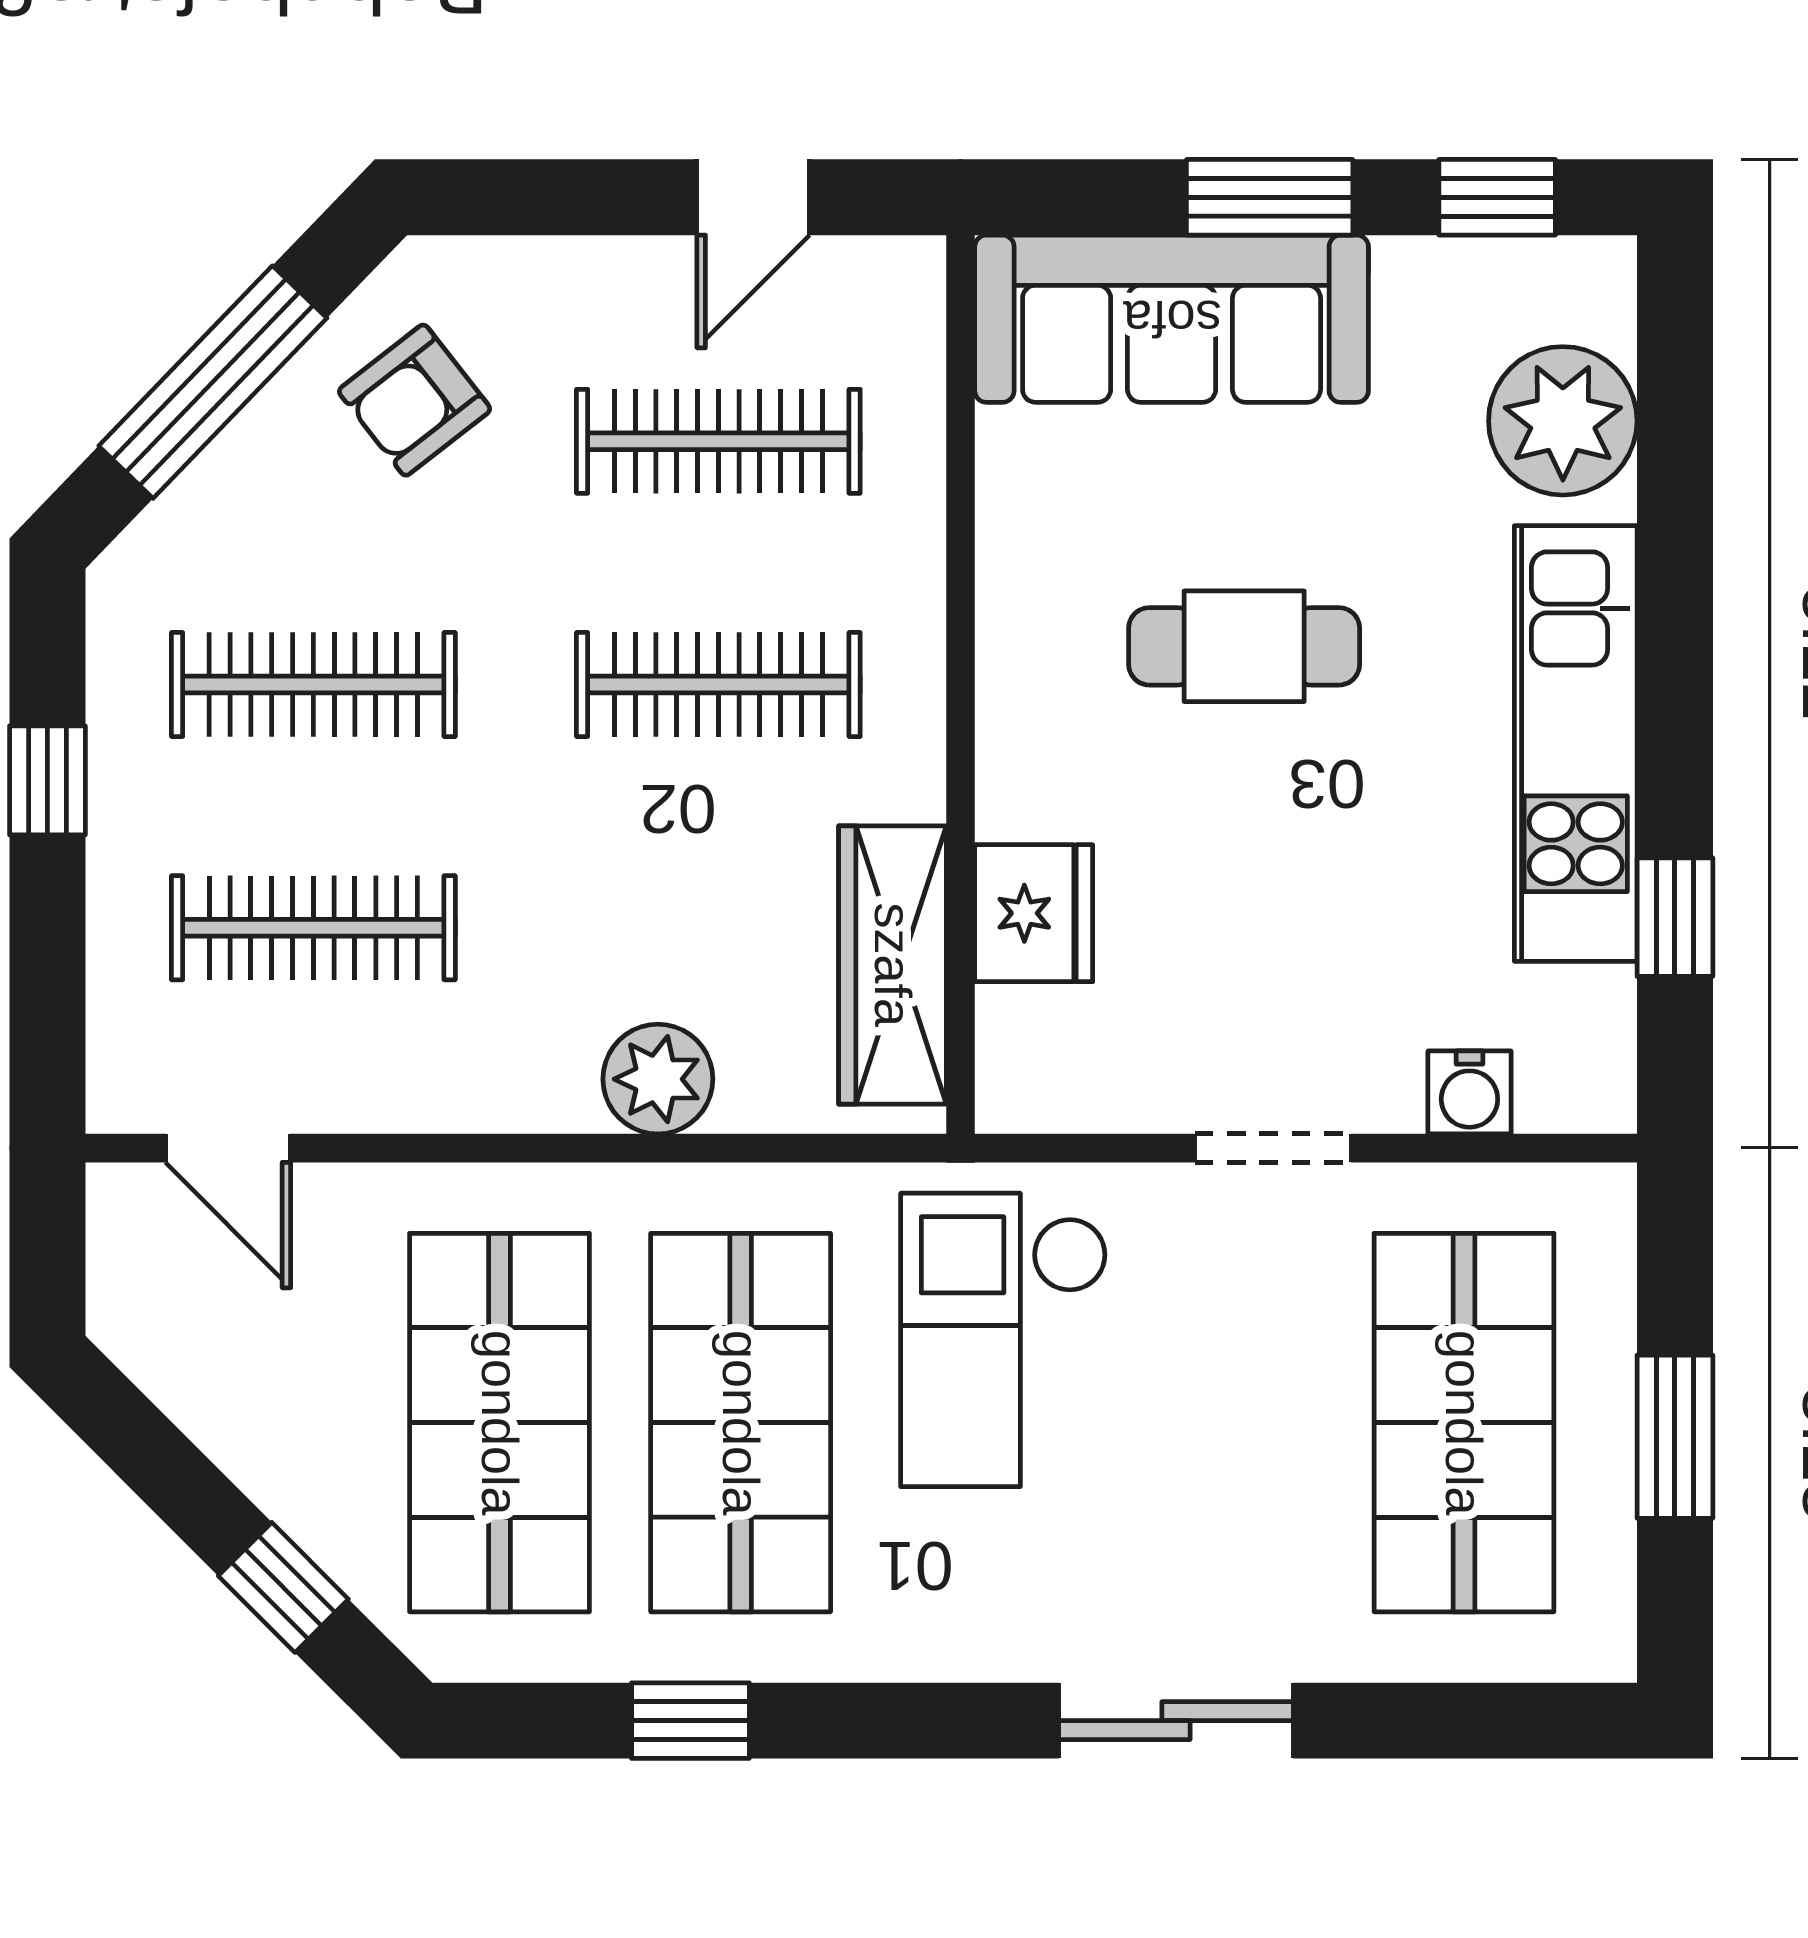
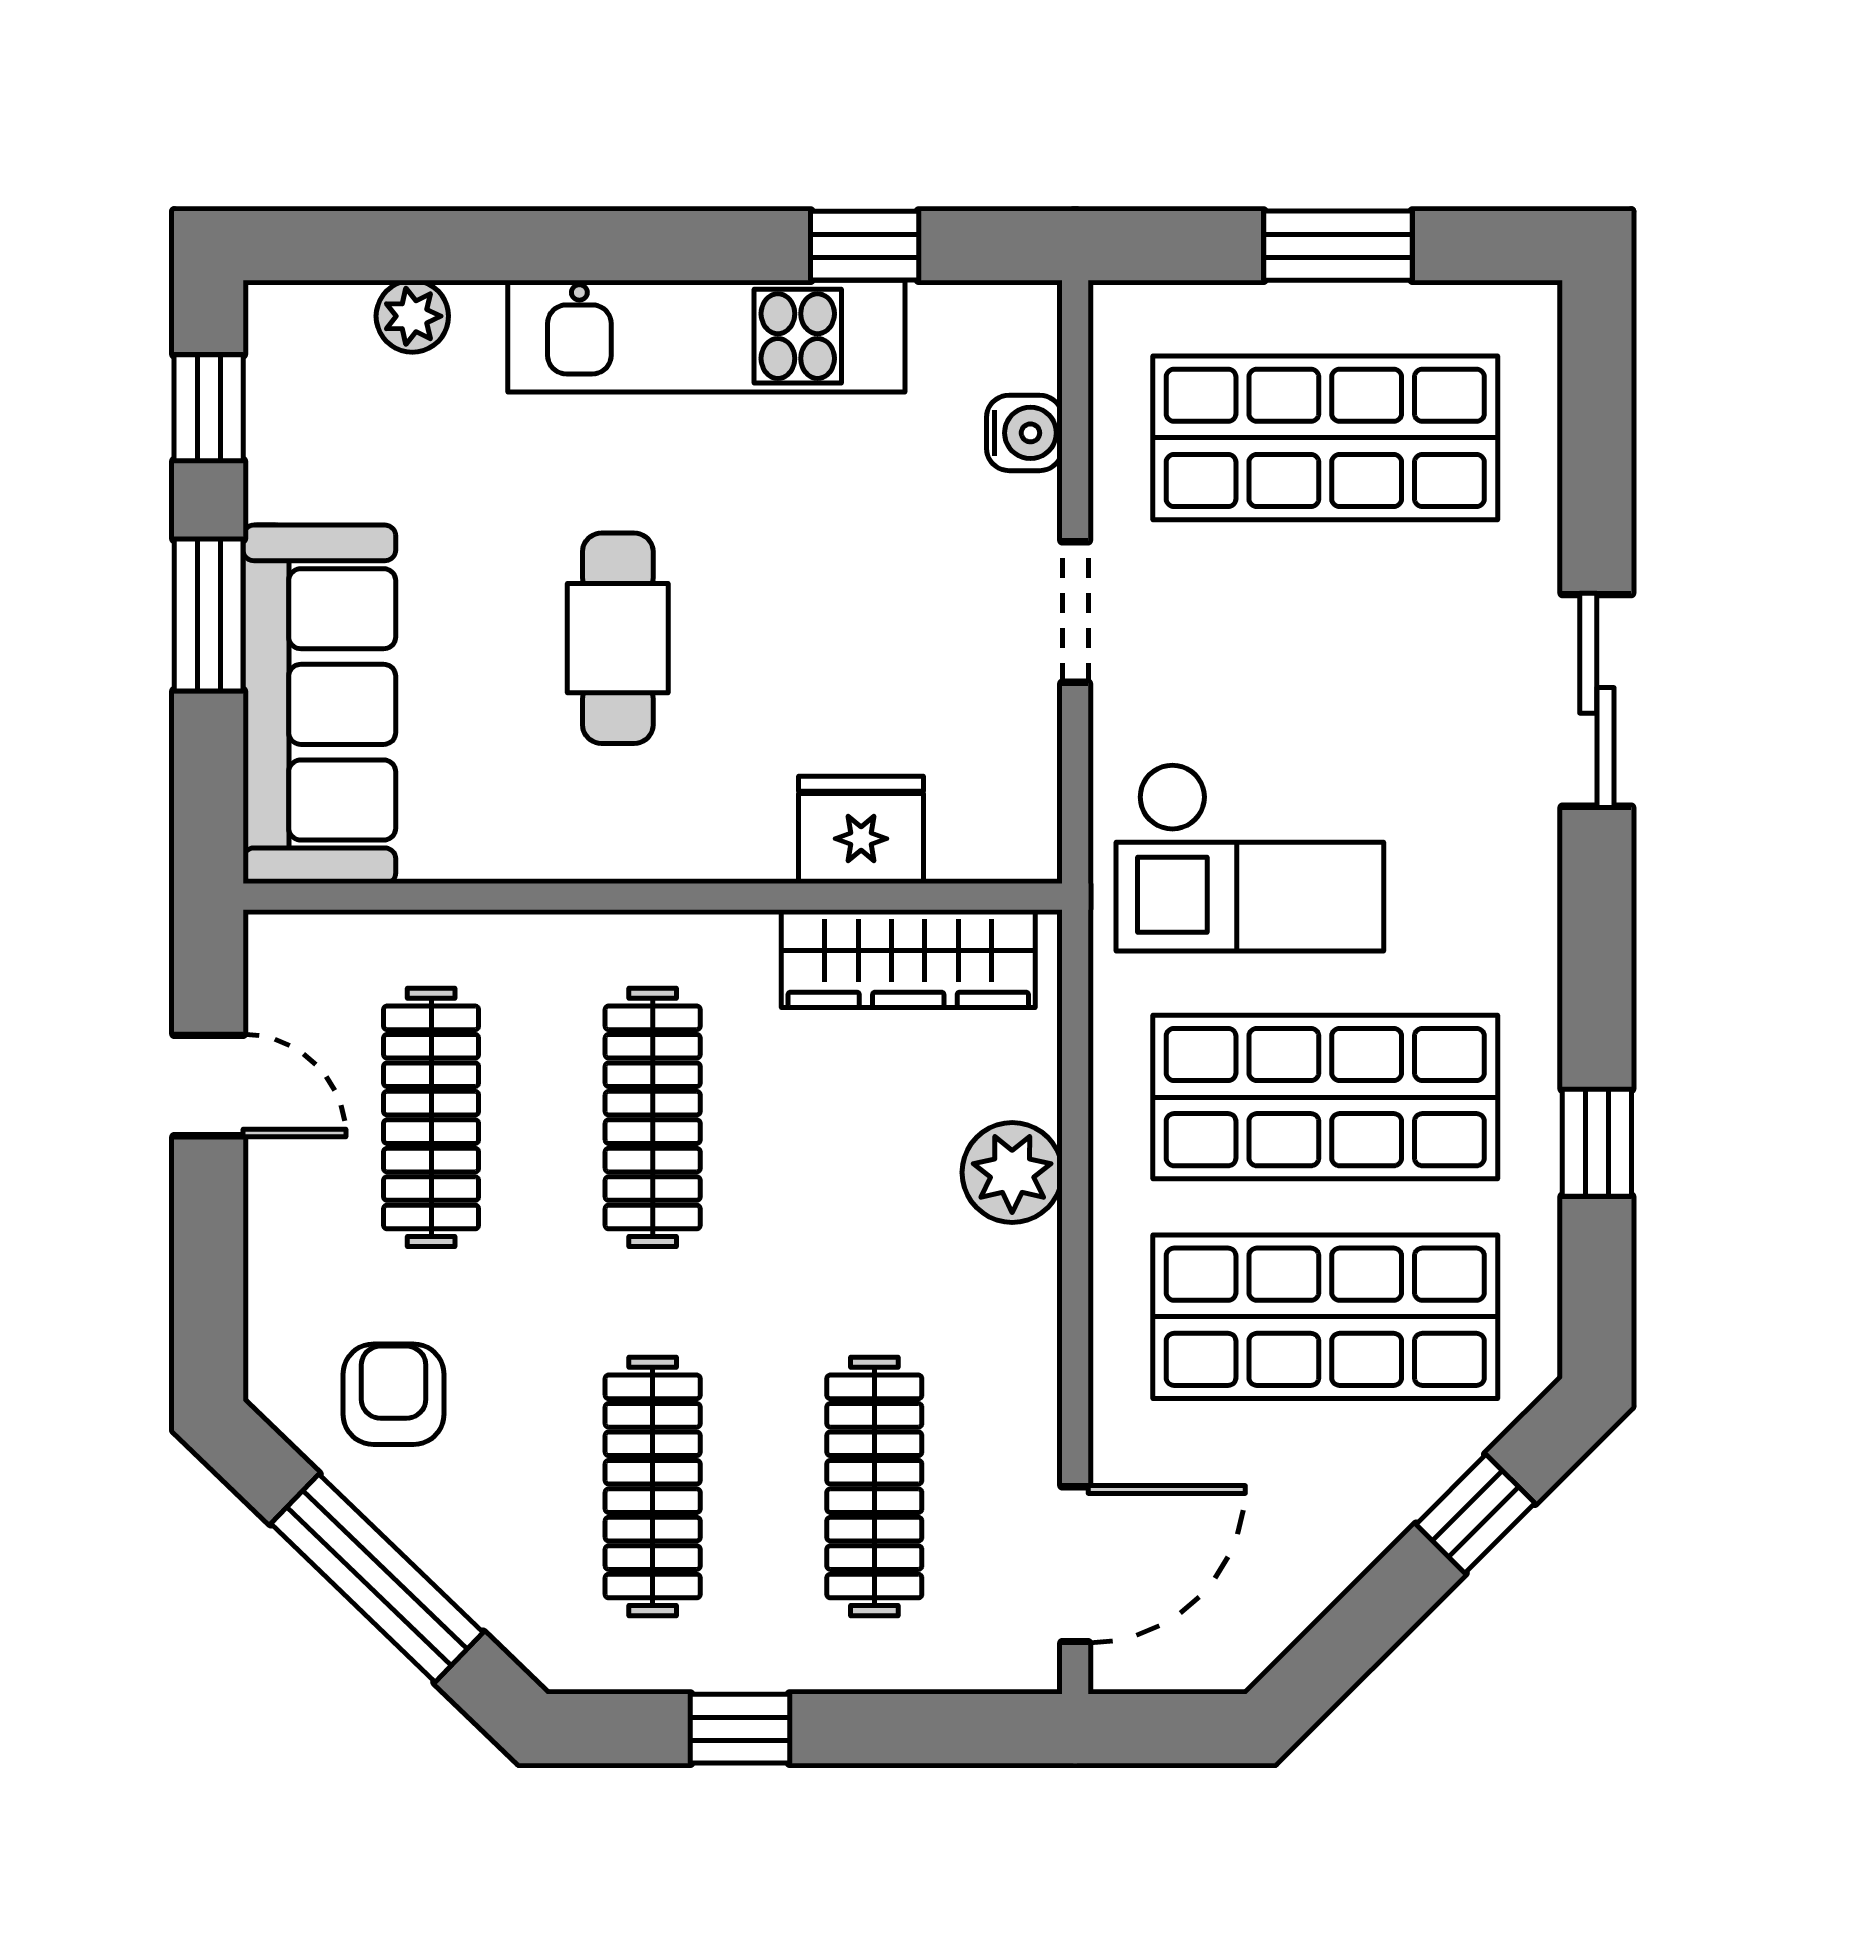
armchair: (415, 400) -> (394, 1394), turned -142
plant: (1563, 421) -> (412, 316), width x0.53, depth x0.53
door: (228, 1148) -> (1075, 1564), width x1.38

